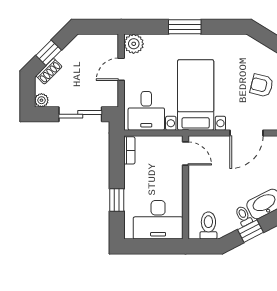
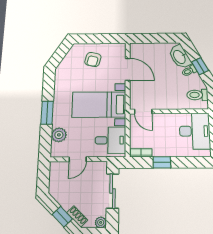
plant: (134, 44) -> (59, 135), moved
door: (121, 69) -> (78, 159), hinge flipped
door: (185, 154) -> (143, 112), swing flipped
window: (117, 200) -> (162, 162), moved

